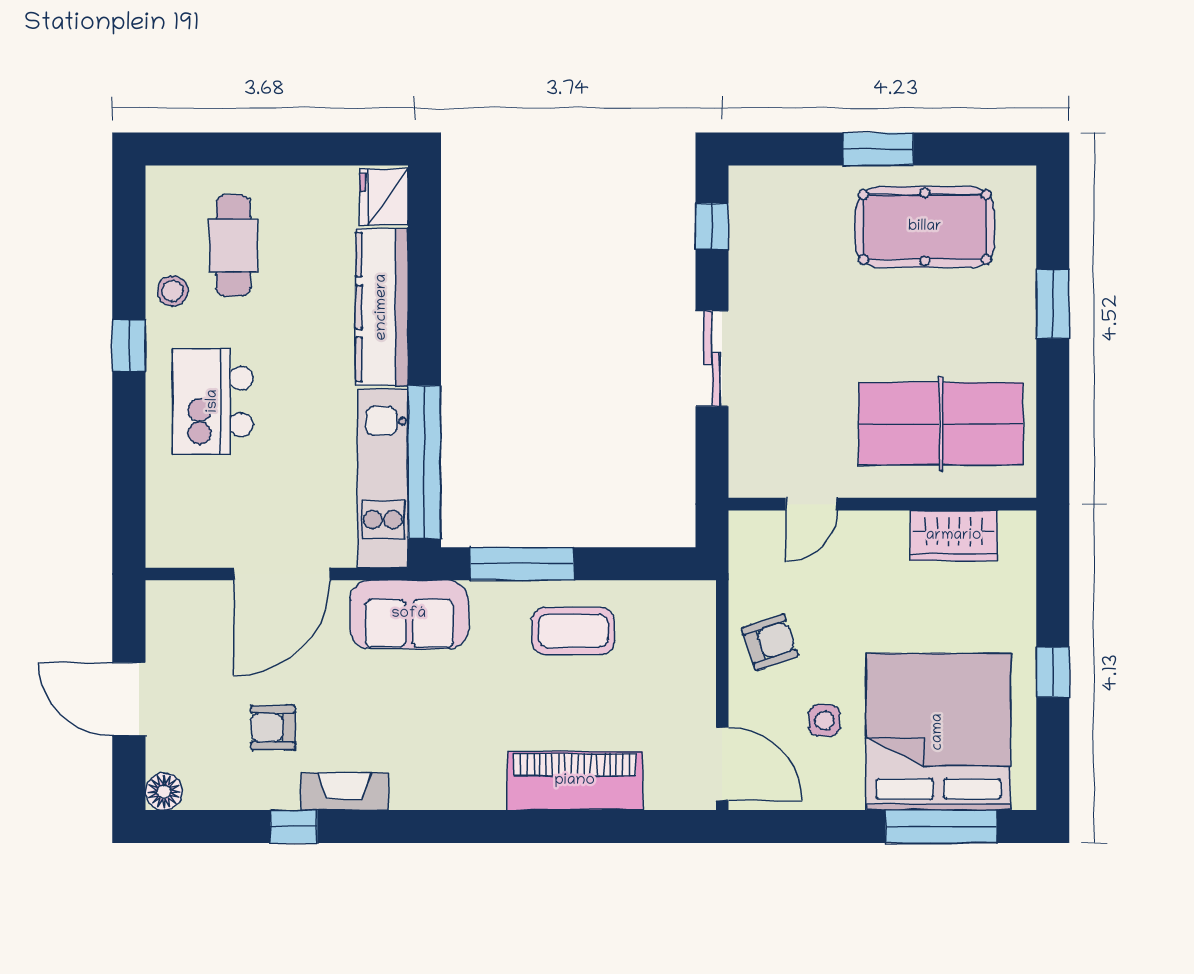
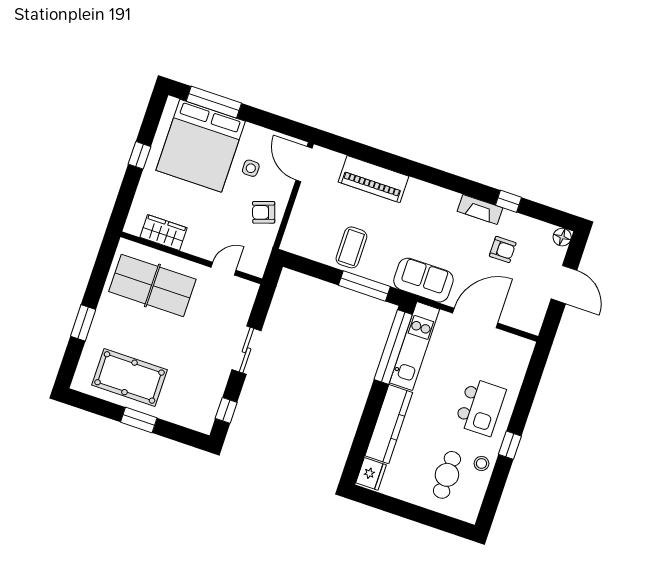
coffee table: (573, 631) -> (351, 247), turned 90

